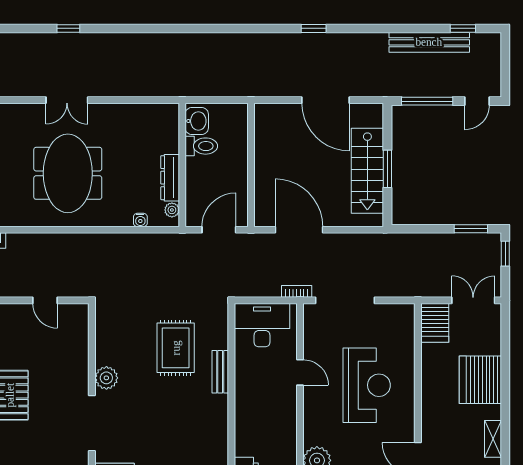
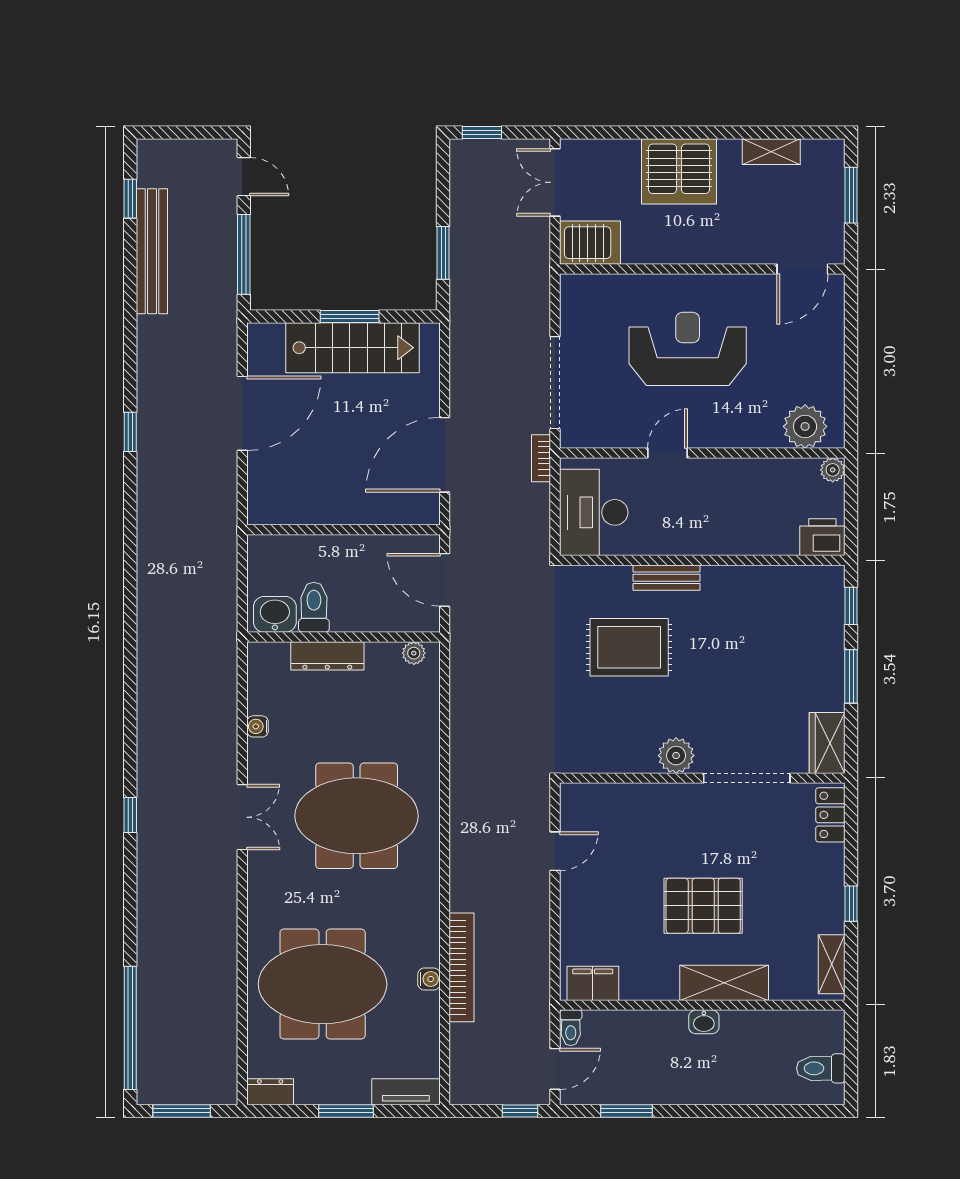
dresser: (170, 178) -> (327, 656), moved
water cooler: (140, 220) -> (257, 726), moved, turned 180
window: (471, 229) -> (443, 253), moved

